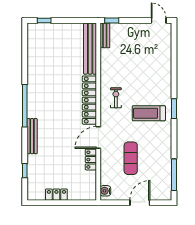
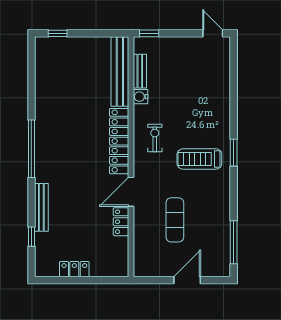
bench: (105, 35) -> (140, 71), moved
bench: (32, 136) -> (41, 207), moved
water cooler: (105, 191) -> (141, 97), moved

